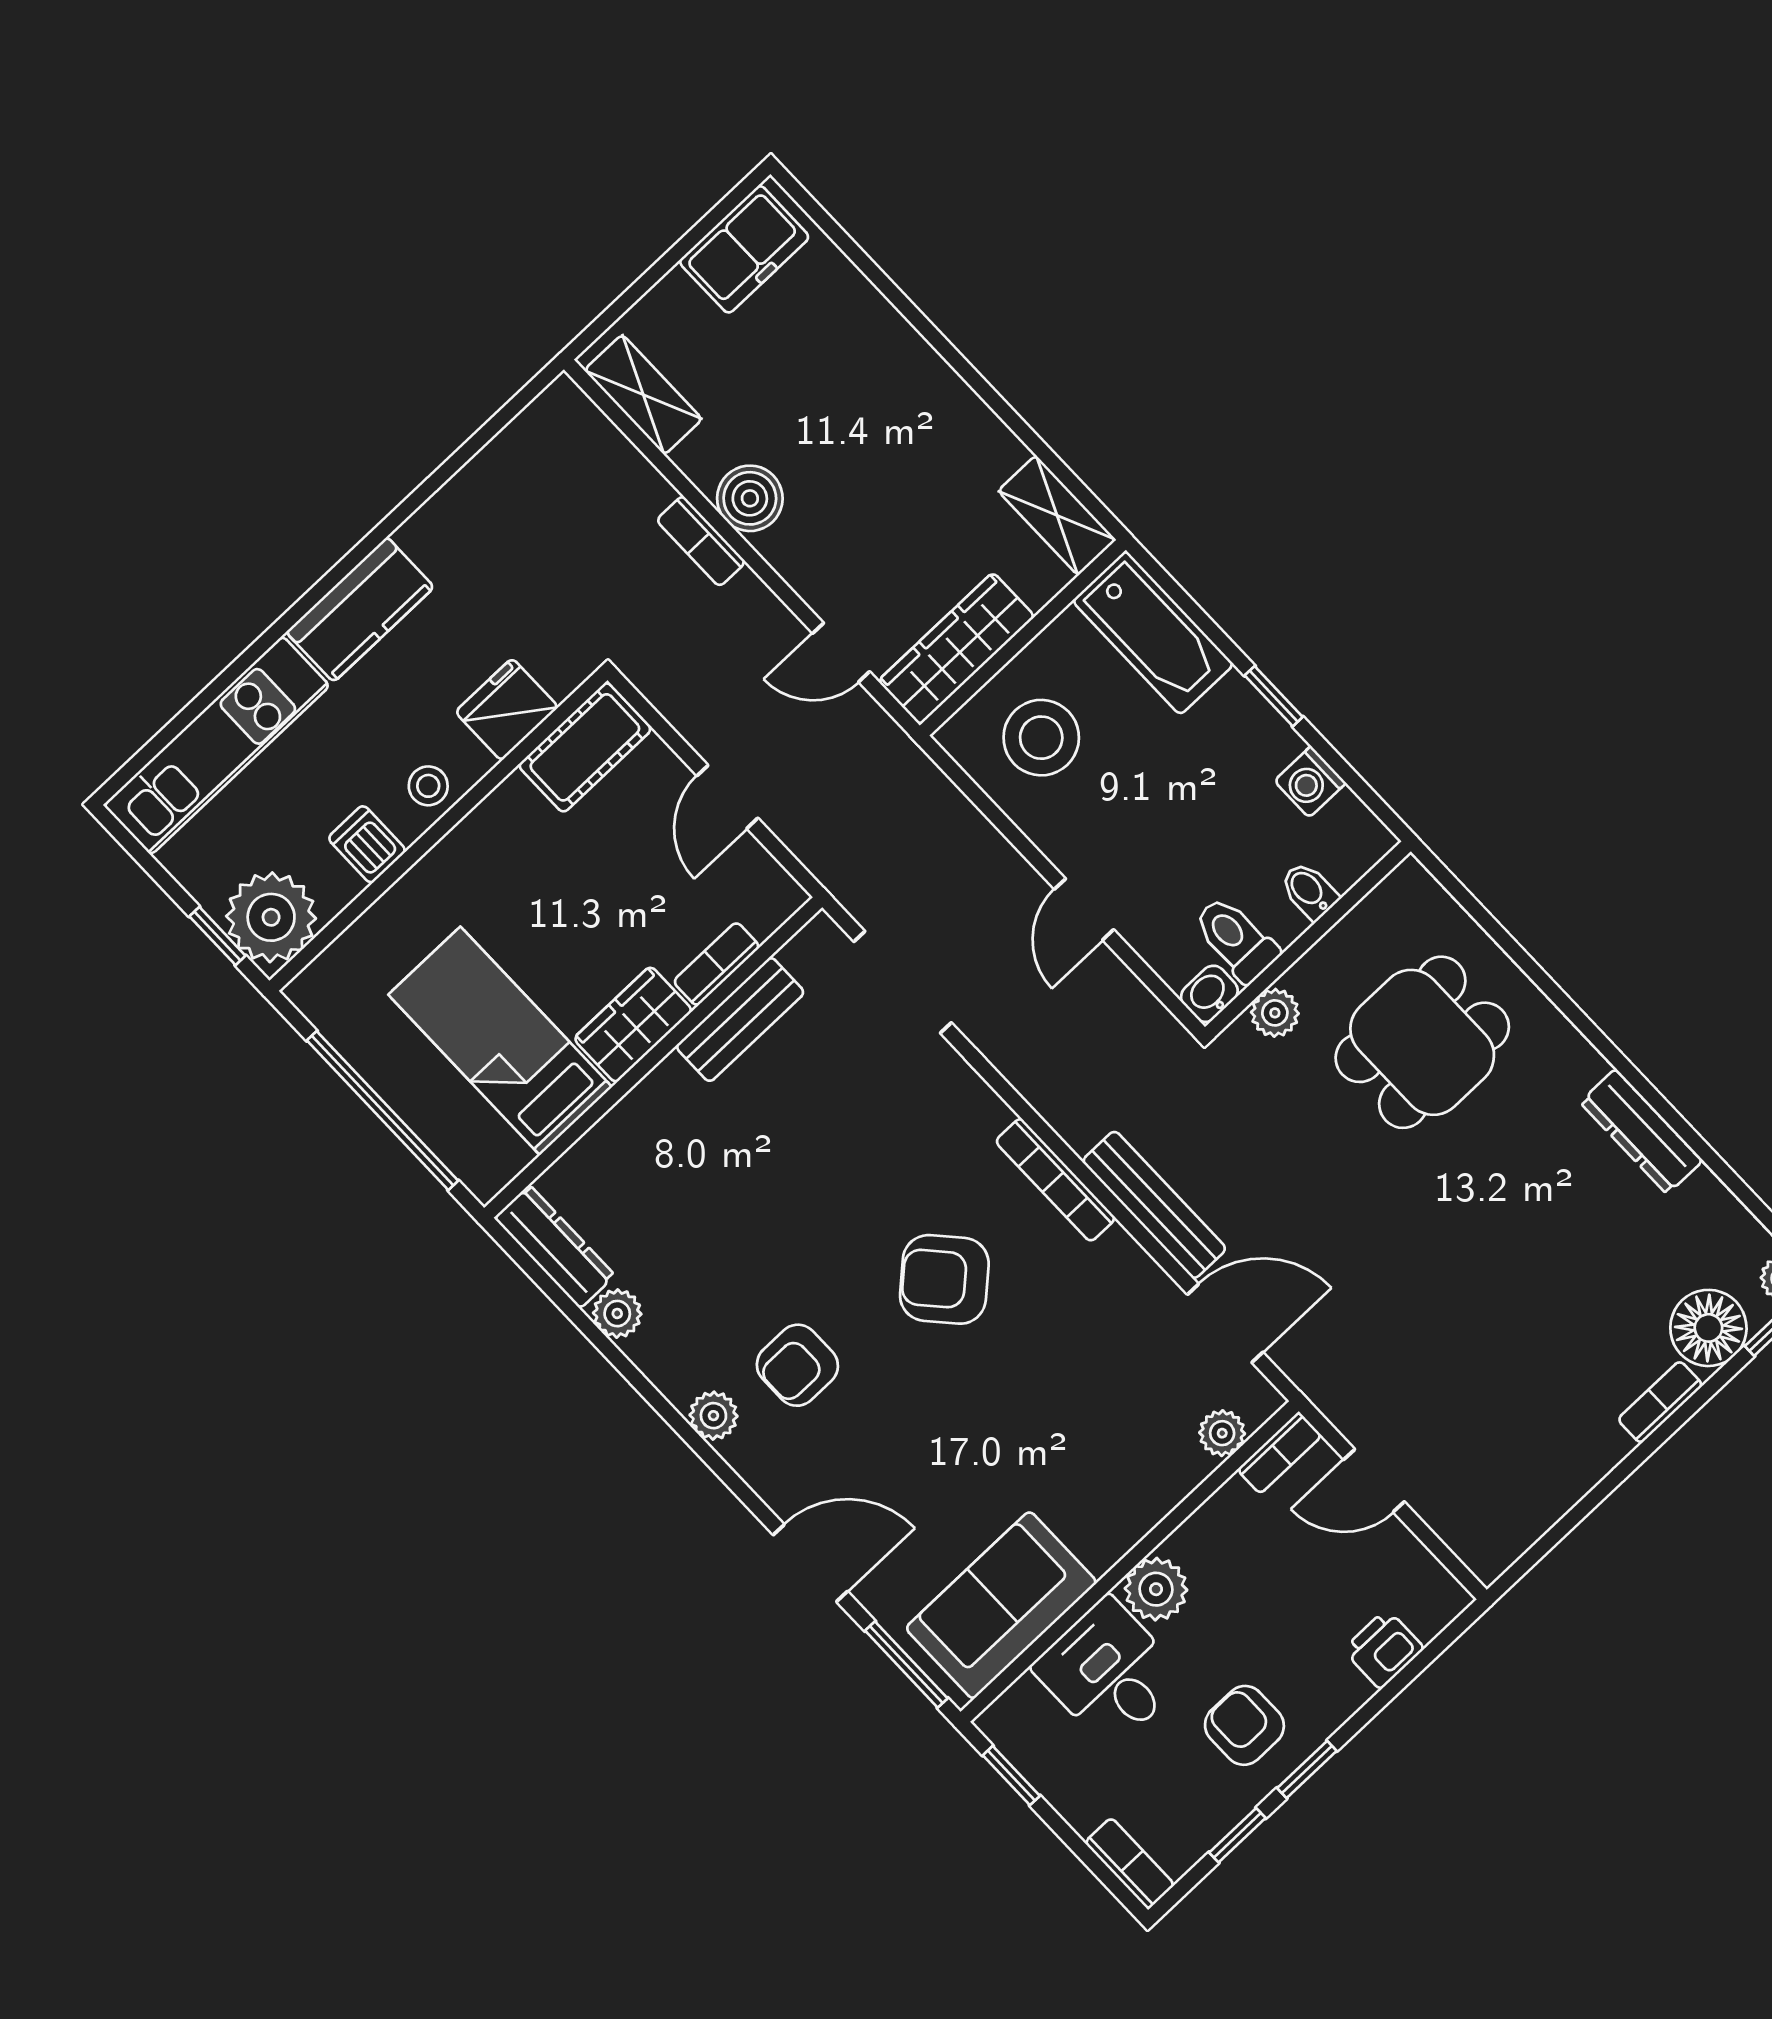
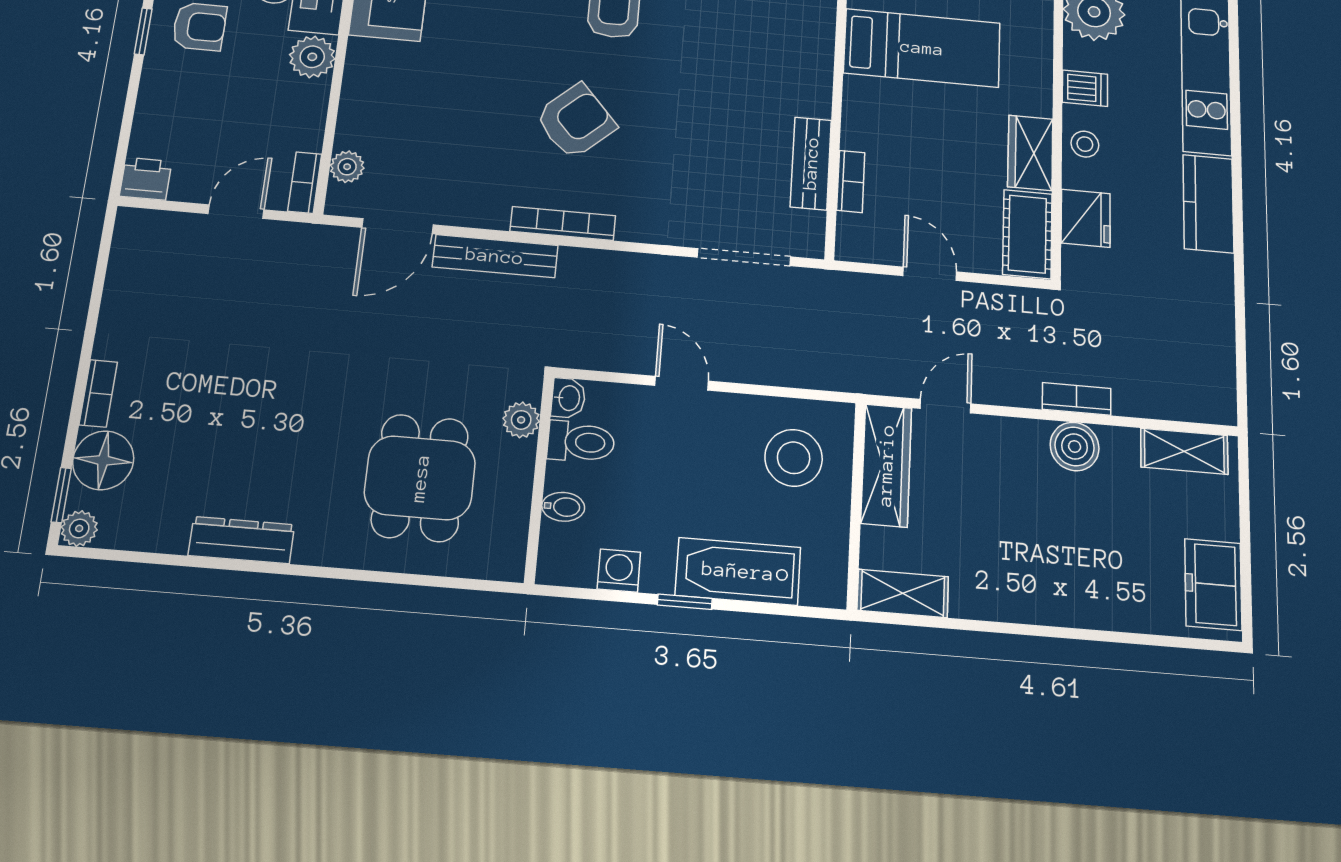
bathtub: (1153, 633) -> (738, 571), moved
wardrobe: (633, 1025) -> (1030, 153), moved, turned 180
printer: (1384, 1649) -> (146, 179), moved, turned -90

